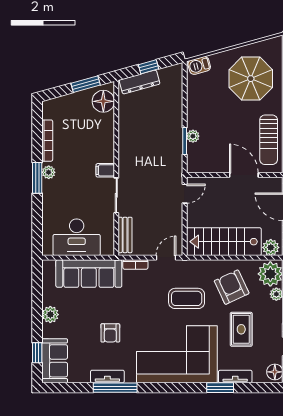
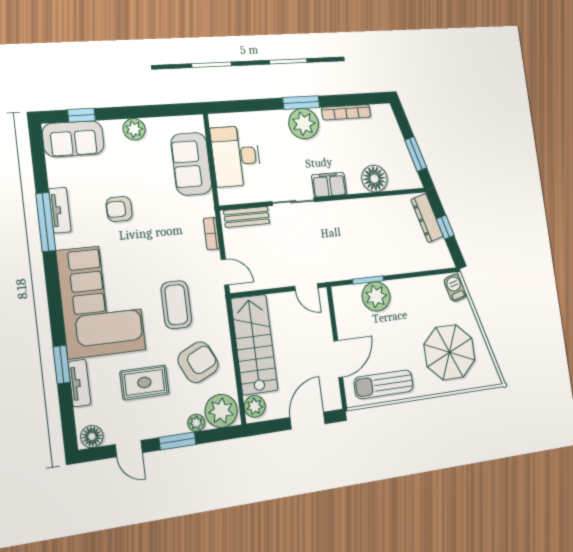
floor lamp: (103, 101) -> (374, 179), moved
plant: (193, 136) -> (376, 296), width x1.88, depth x1.88
filing cabinet: (105, 170) -> (329, 185), width x2.00
plant: (49, 172) -> (304, 124), width x1.88, depth x1.88
sofa: (89, 274) -> (191, 164), width x0.73

